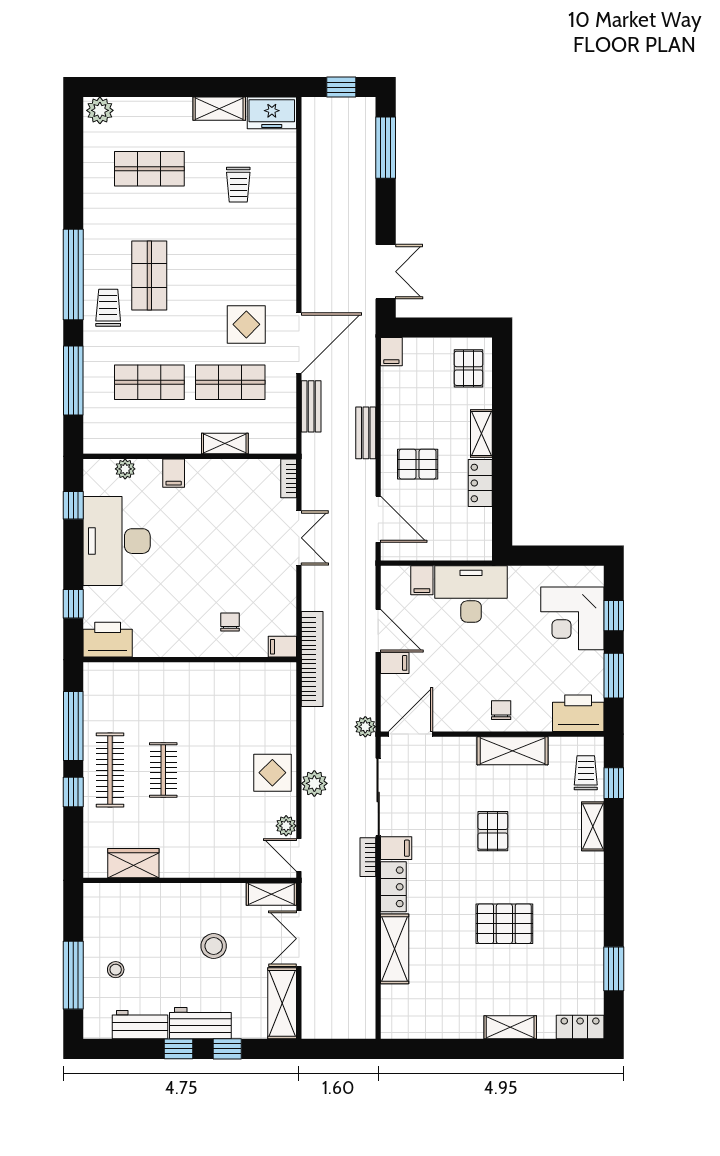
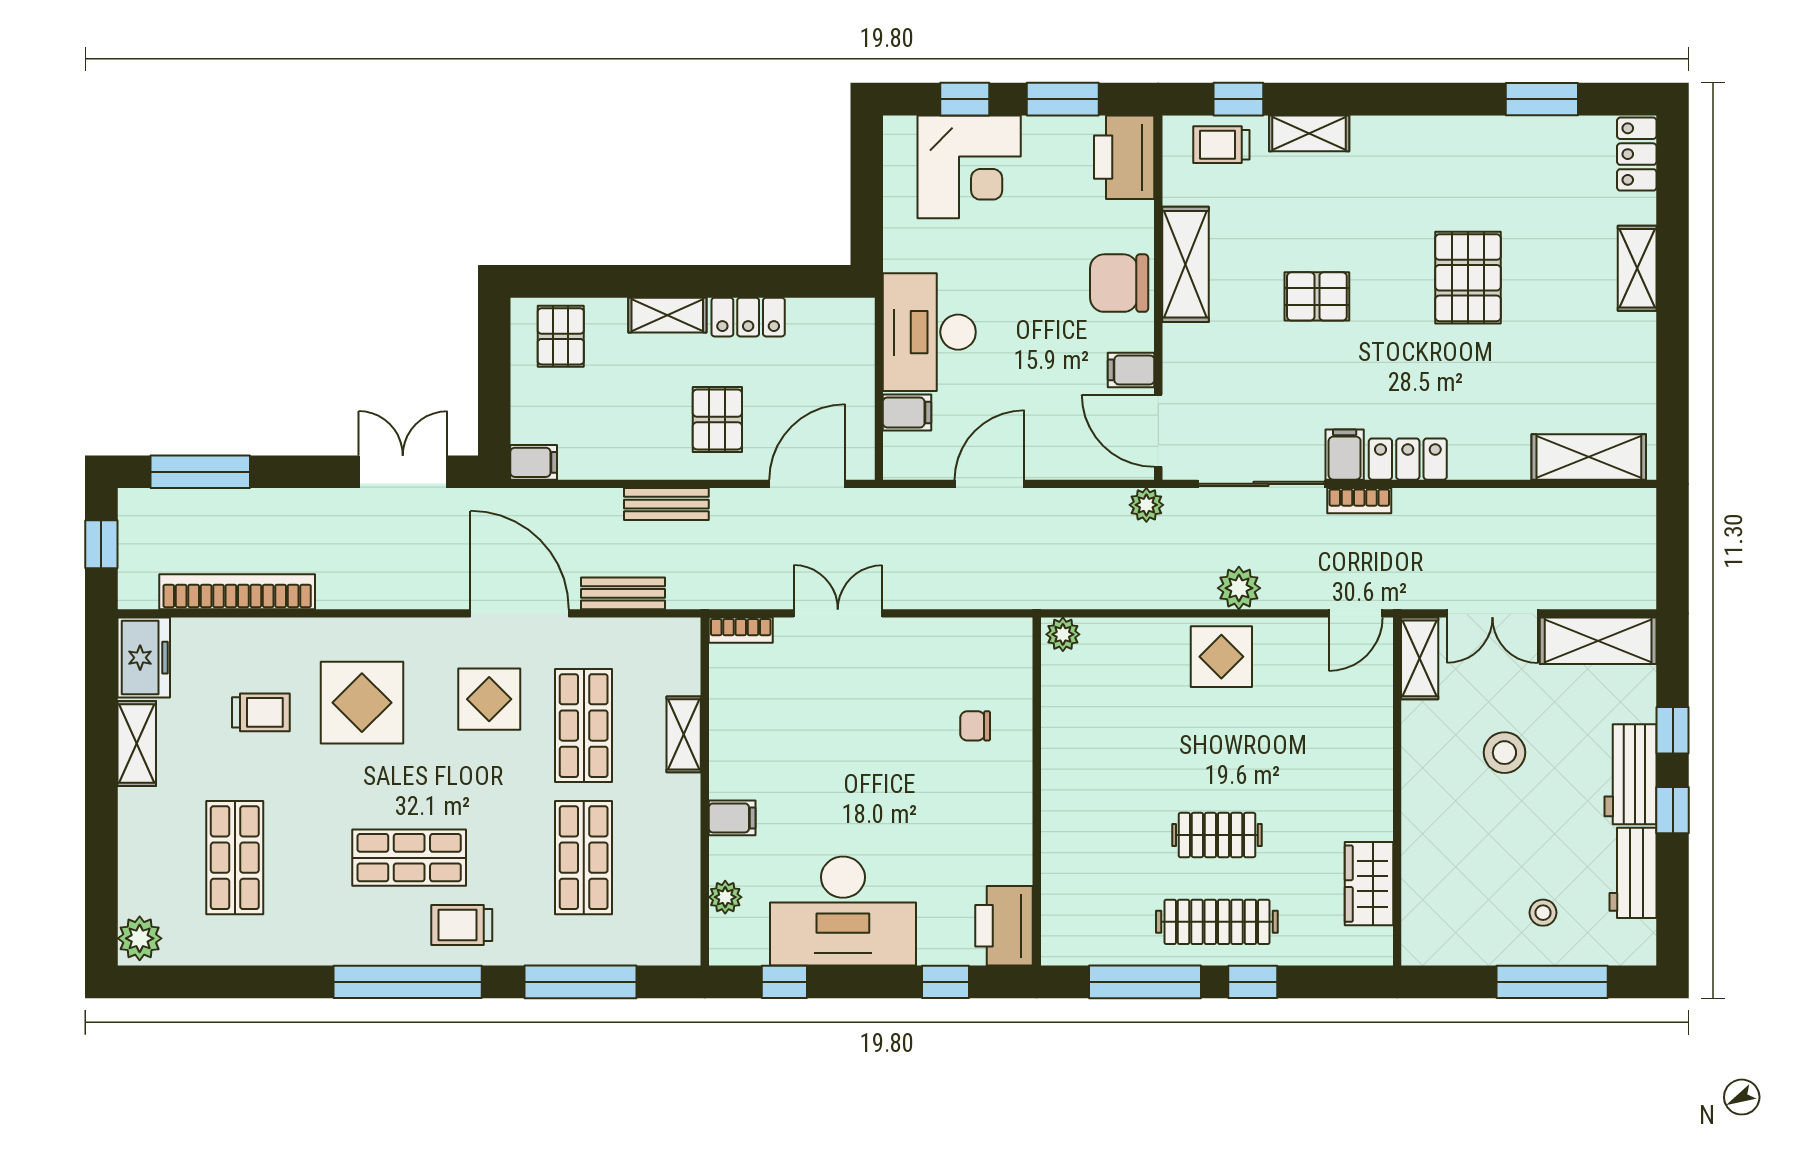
display table: (244, 247) -> (362, 703), added
pallet: (468, 368) -> (561, 336), turned 90
filing cabinet: (282, 647) -> (1016, 640), removed
bookcase: (312, 659) -> (237, 592), moved
filing cabinet: (395, 663) -> (1131, 370), moved, turned -90
chair: (501, 710) -> (1119, 283), width x1.87, depth x1.87
plant: (286, 826) -> (1063, 634), moved
shelving: (395, 949) -> (1589, 457), moved

